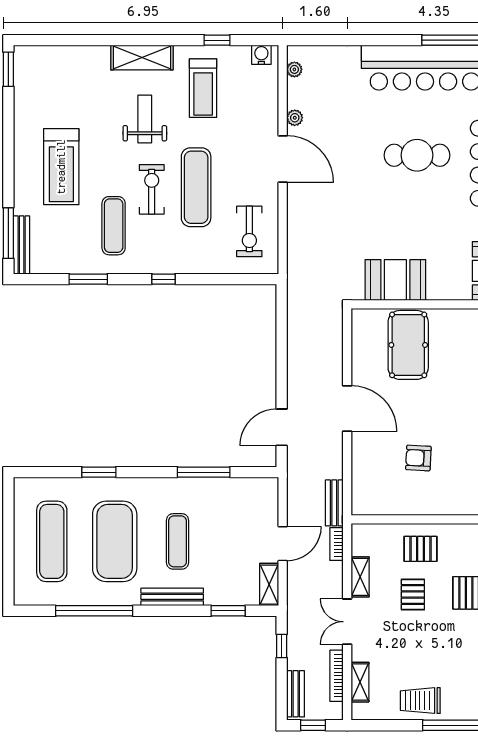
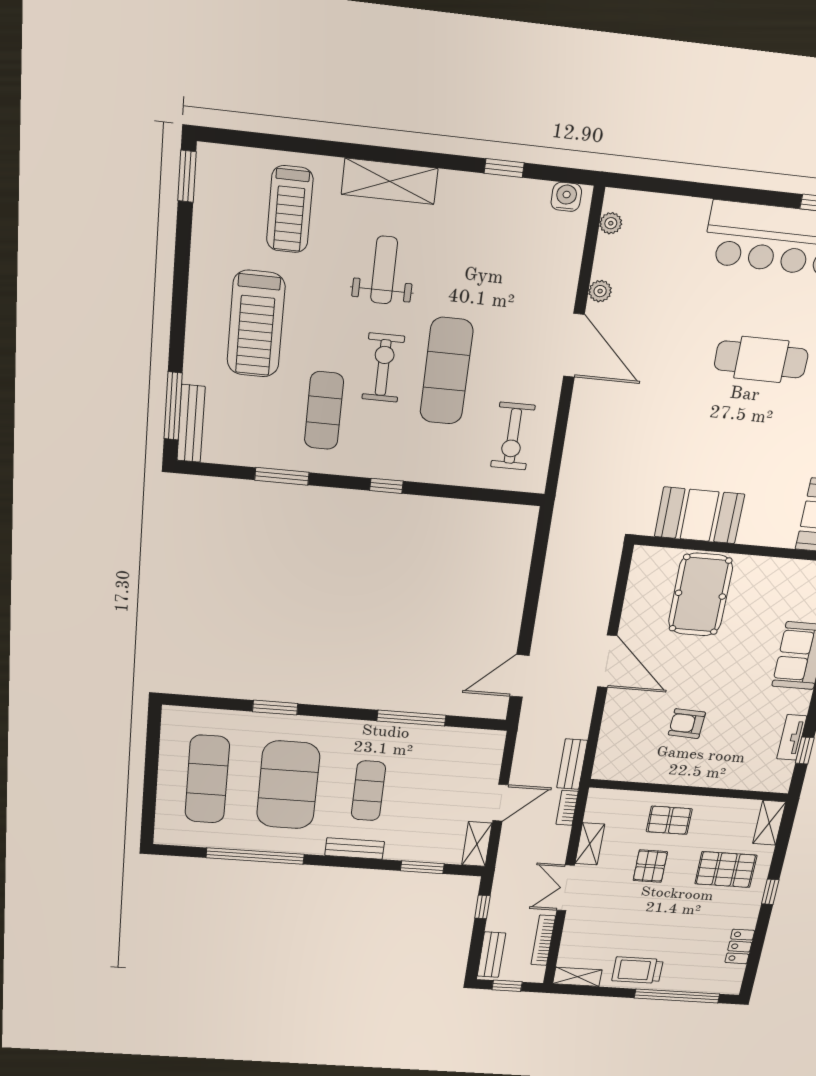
treadmill: (203, 88) -> (290, 209), moved
bench: (172, 597) -> (355, 848), width x0.73
shelving: (360, 682) -> (577, 977), moved, turned 90

